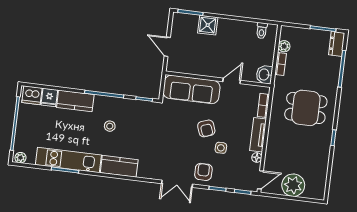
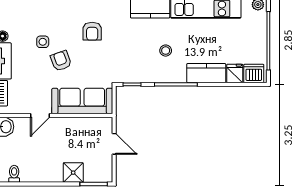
armchair: (203, 172) -> (92, 31), moved

